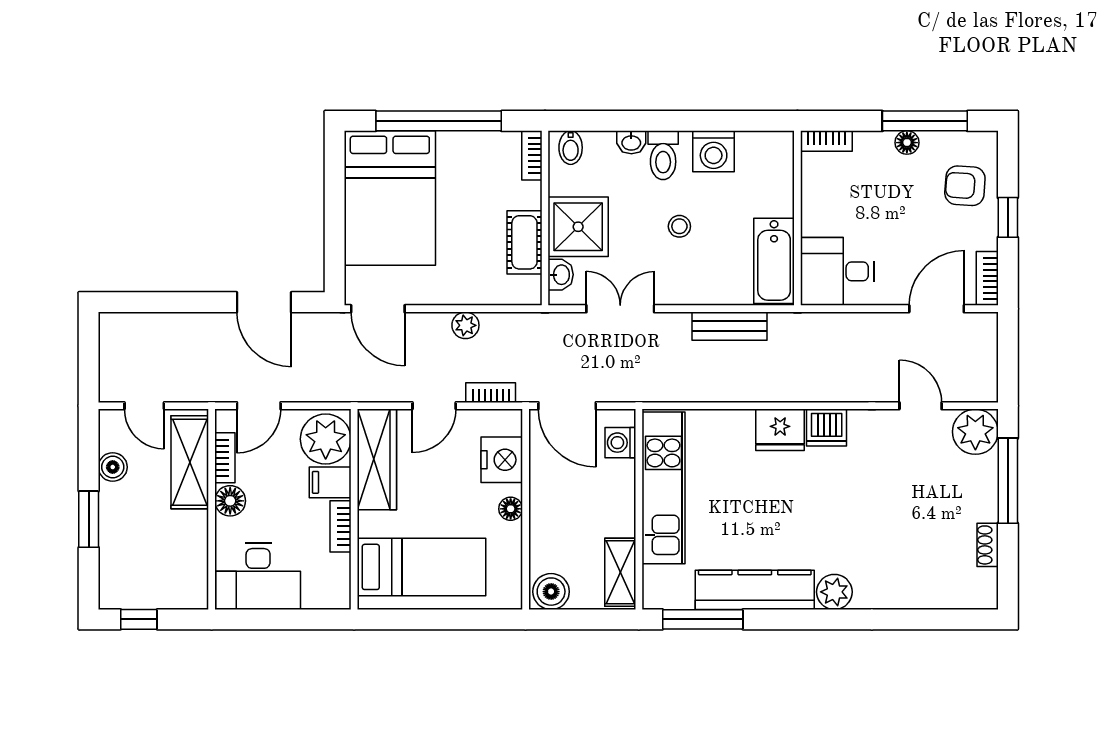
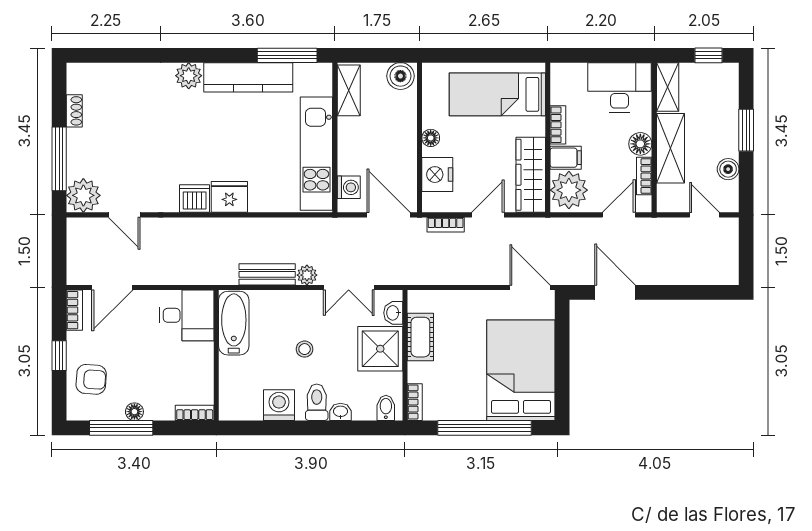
plant: (465, 325) -> (307, 275), moved
shelving: (190, 462) -> (670, 148), moved
shelving: (194, 577) -> (668, 87), added

